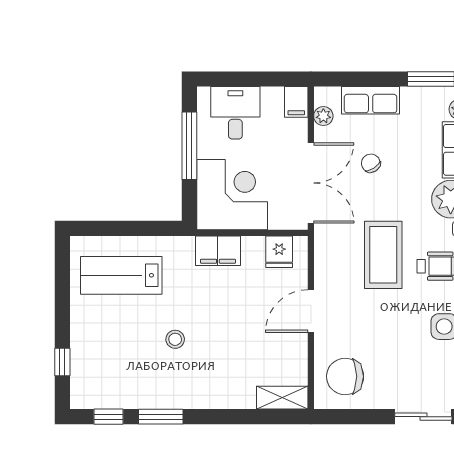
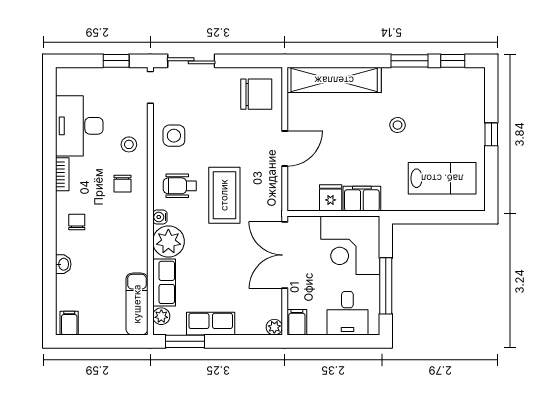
row of seats: (371, 100) -> (211, 324), moved
plant: (323, 116) -> (274, 327), moved
chair: (371, 163) -> (235, 271), removed
fridge: (279, 252) -> (331, 198), moved
window: (62, 362) -> (491, 134), moved
shelving: (282, 398) -> (334, 80), width x2.20, depth x1.33

